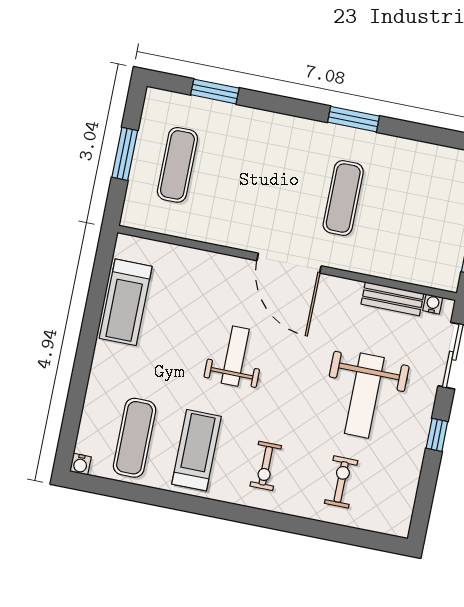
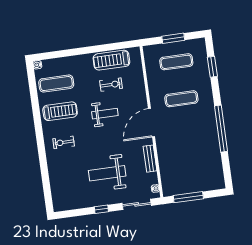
window: (353, 119) -> (221, 129), width x2.11
exercise mat: (343, 198) -> (181, 99), moved
bench: (392, 299) -> (150, 159), moved
exercise bike: (341, 482) -> (111, 85), moved

